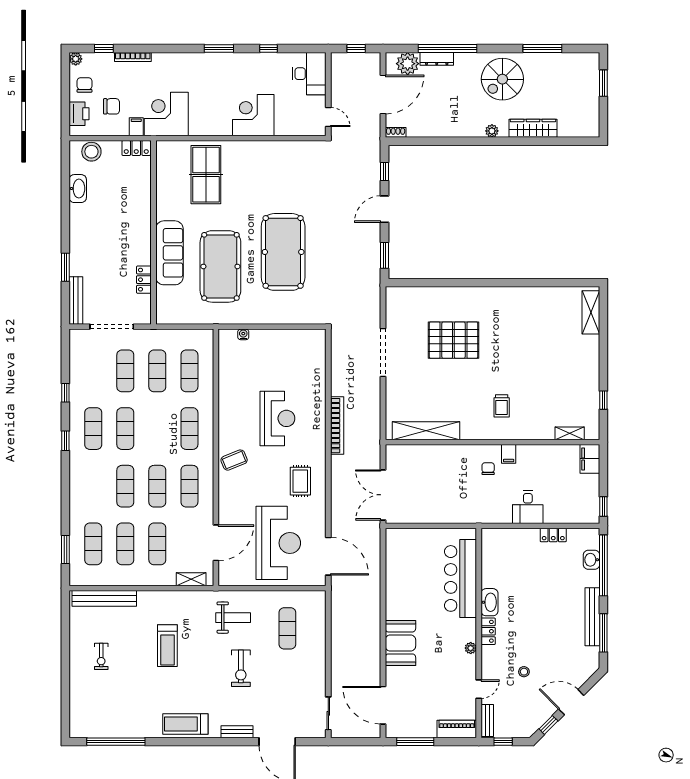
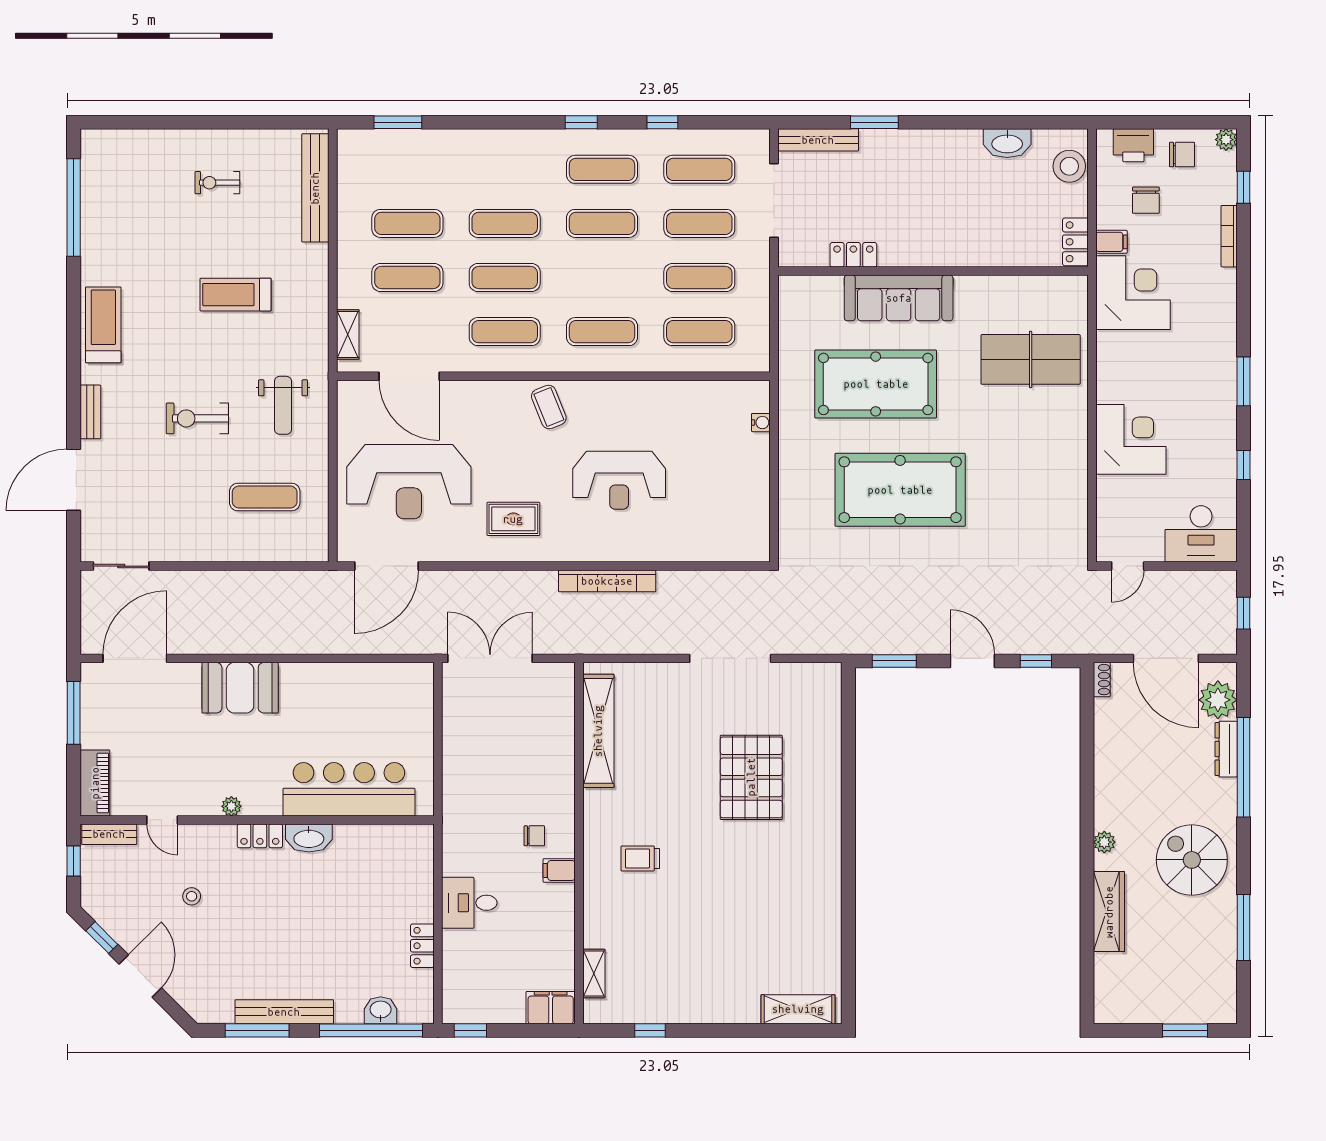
exercise mat: (93, 544) -> (699, 169), moved

